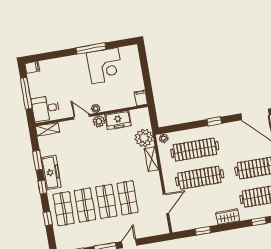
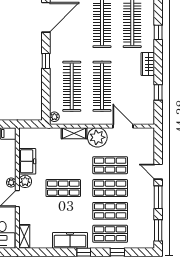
plant: (144, 138) -> (97, 137), moved
shop shelf: (99, 158) -> (63, 188), added
window: (38, 160) -> (55, 252), removed

